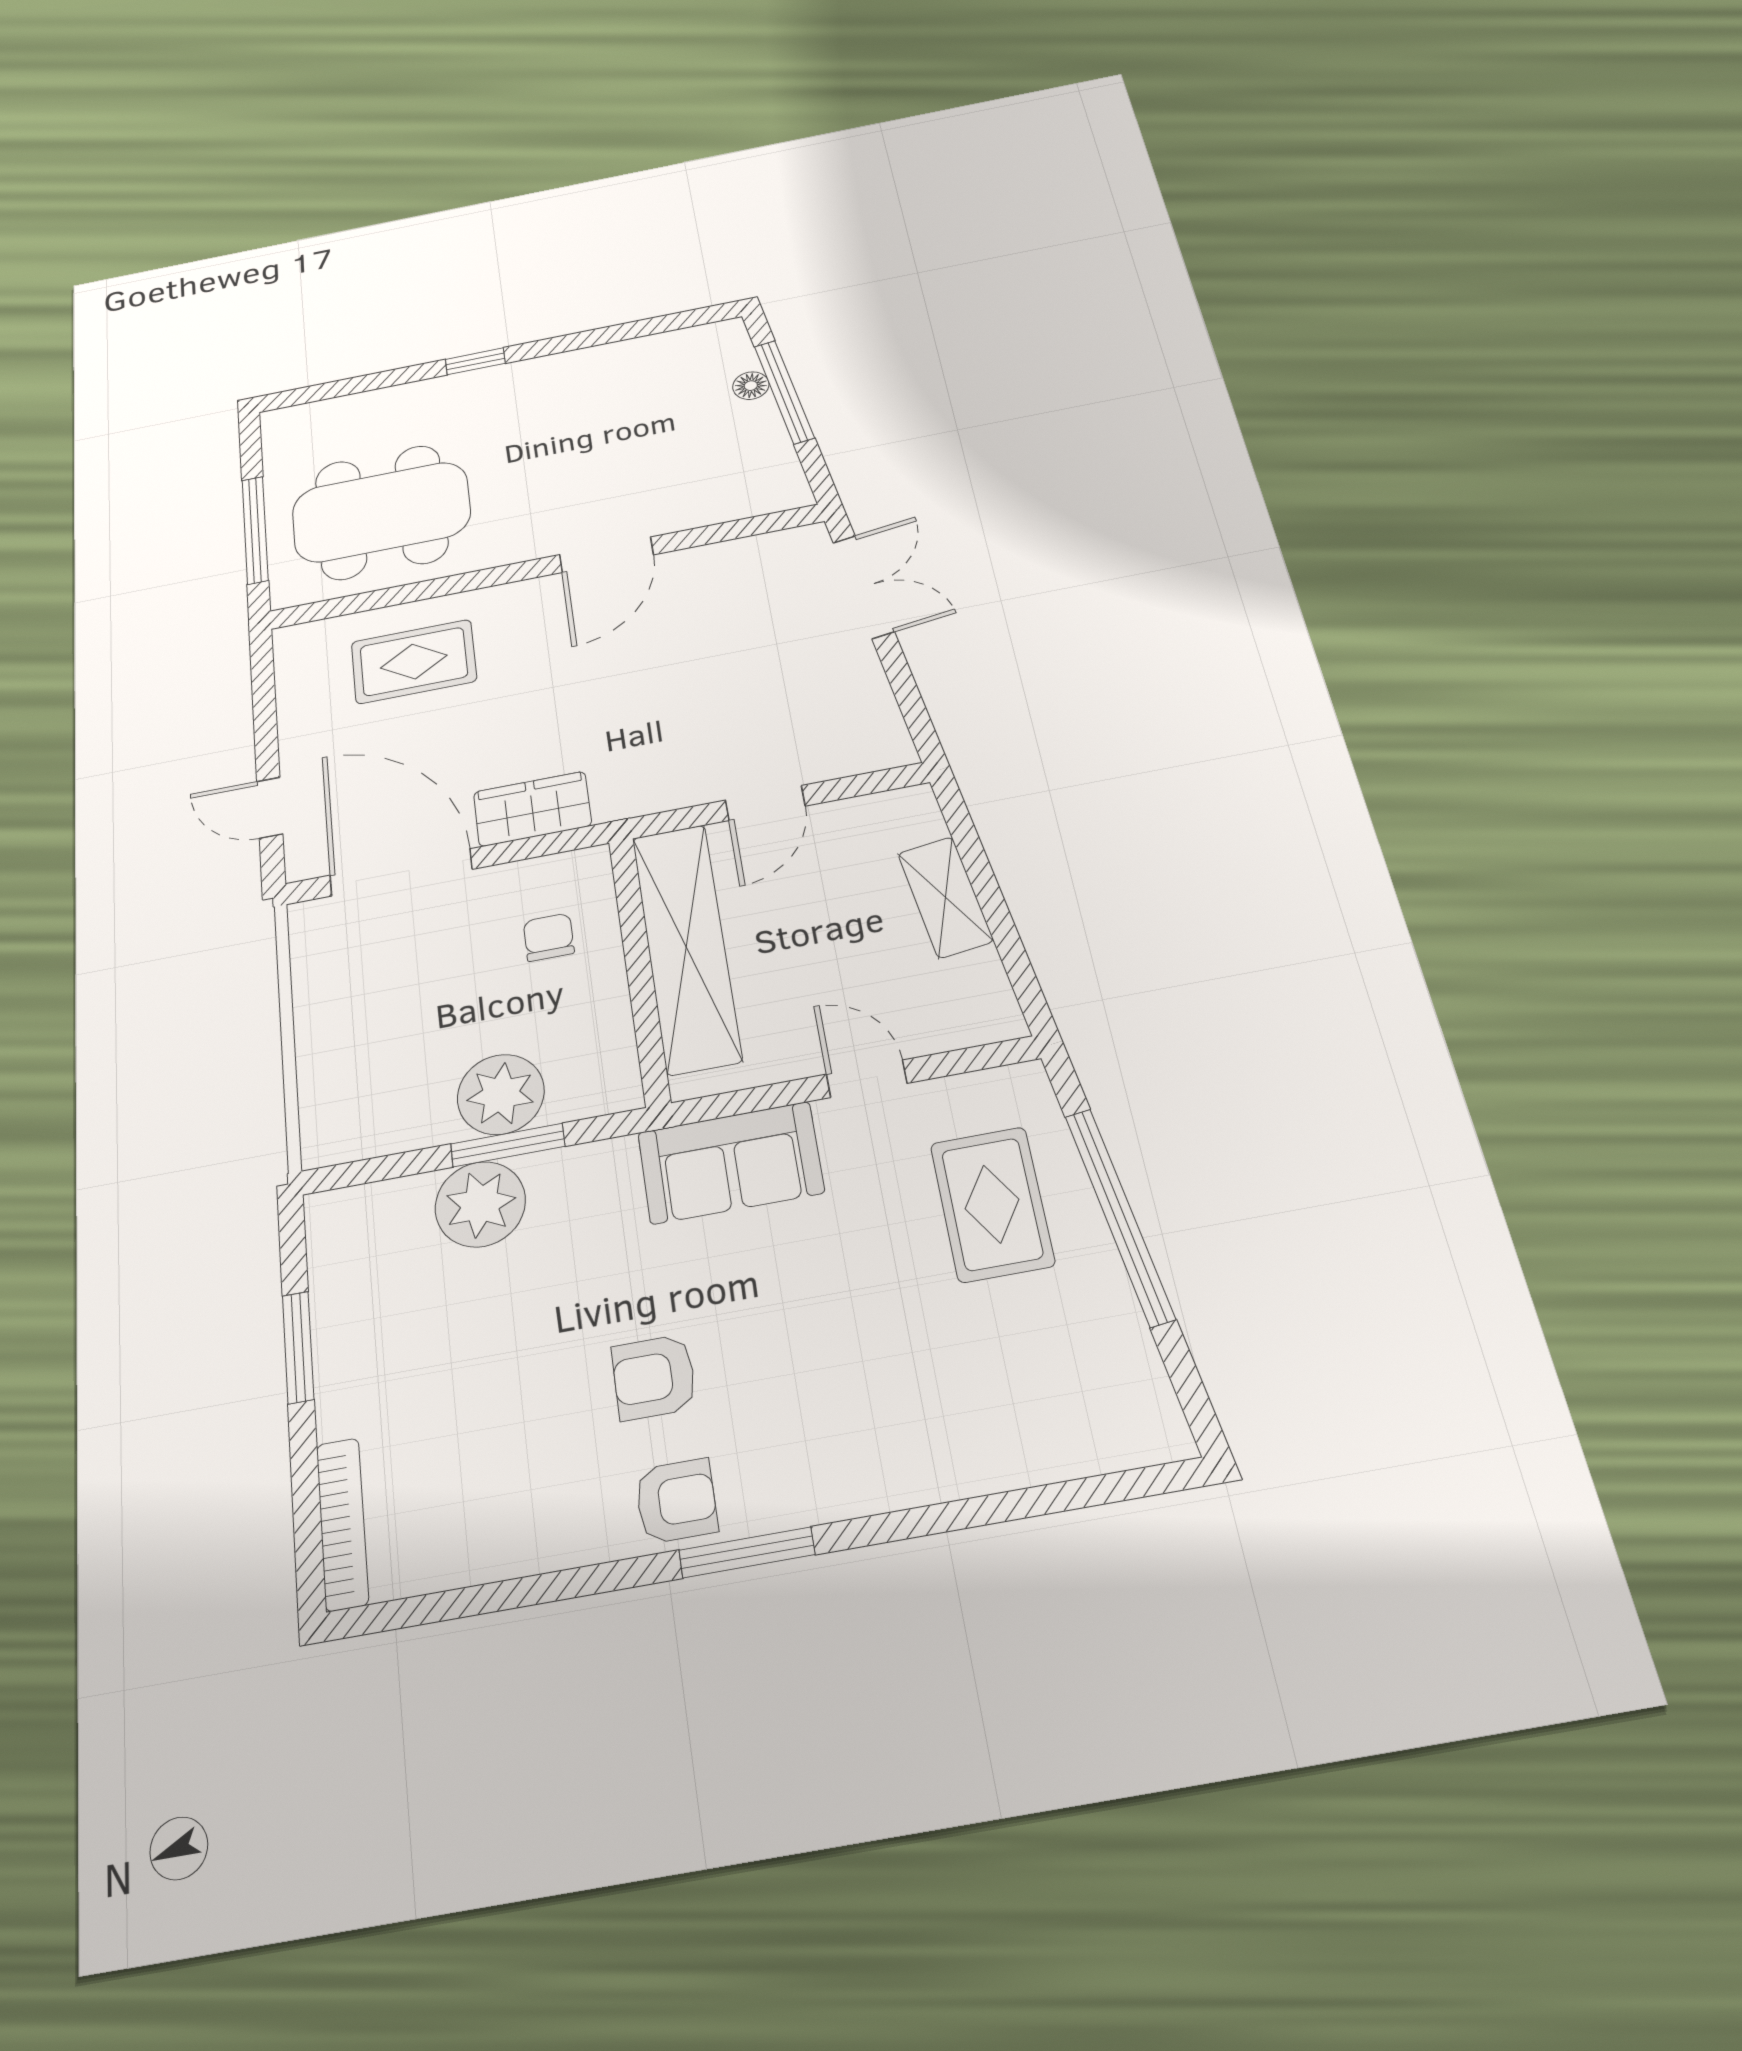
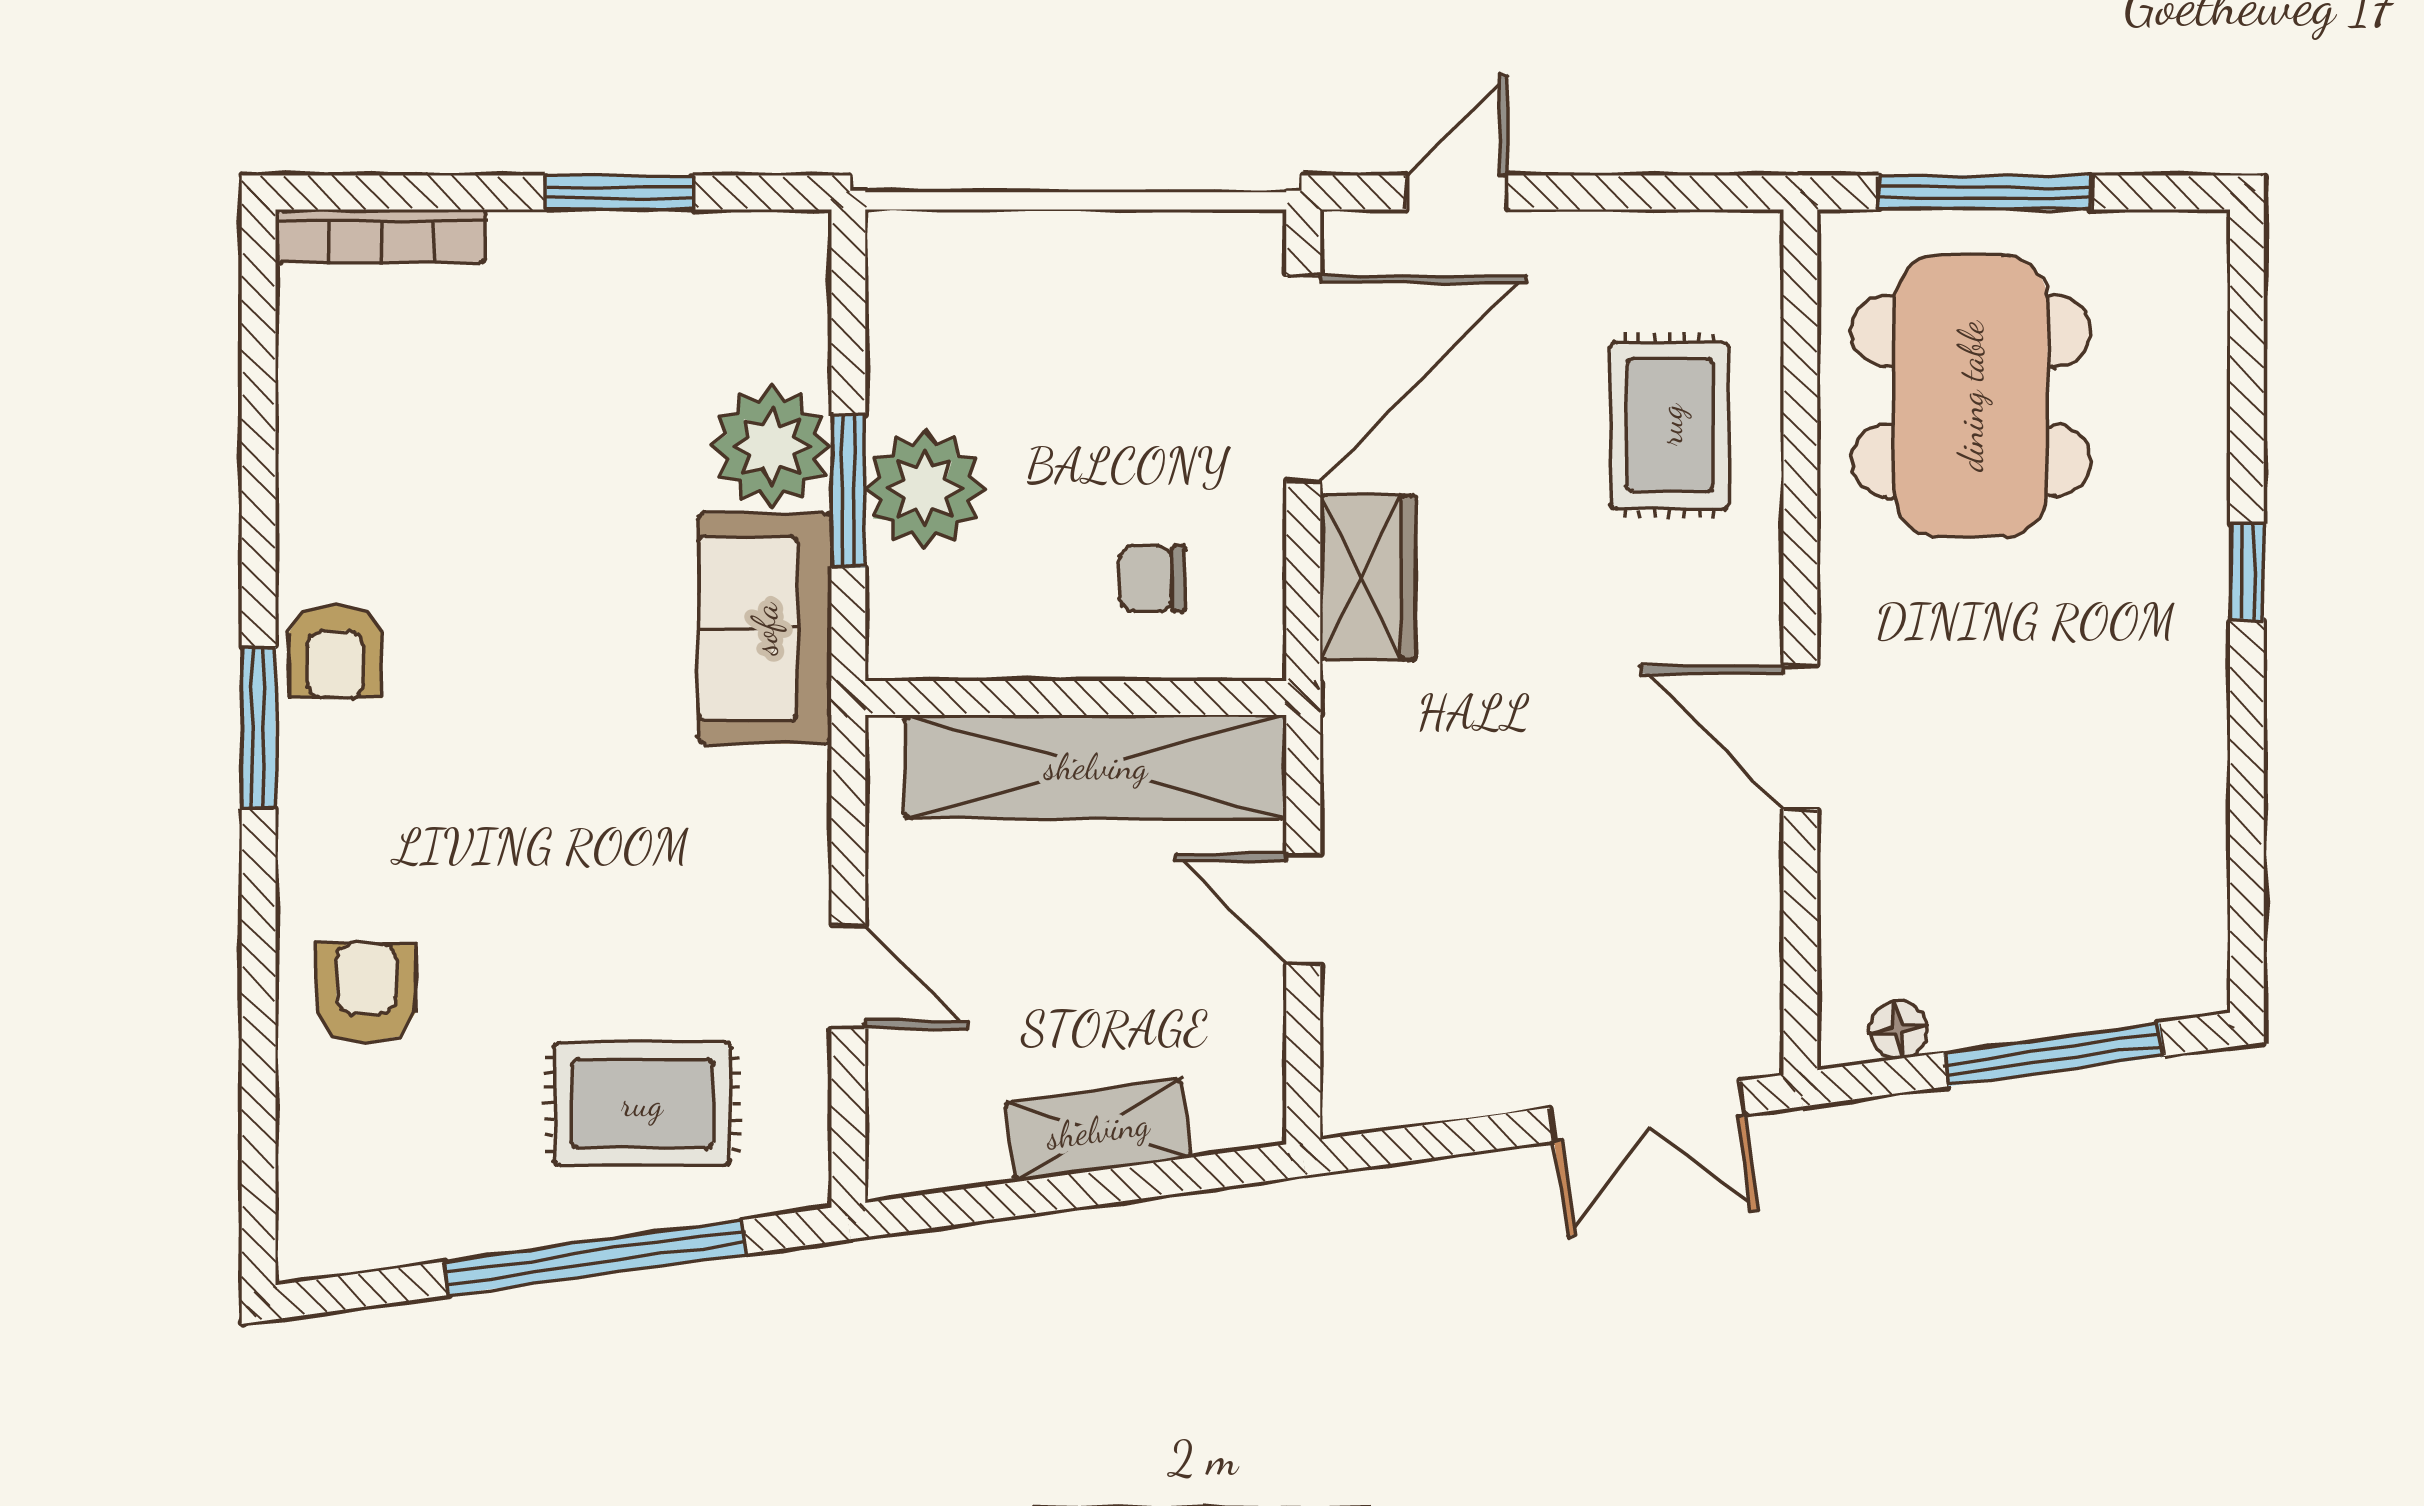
floor lamp: (751, 386) -> (1898, 1030), moved
chair: (549, 937) -> (1152, 579), turned 180
door: (867, 1079) -> (848, 977), hinge flipped
sofa: (731, 1163) -> (765, 629), moved
armchair: (654, 1377) -> (366, 993), moved

